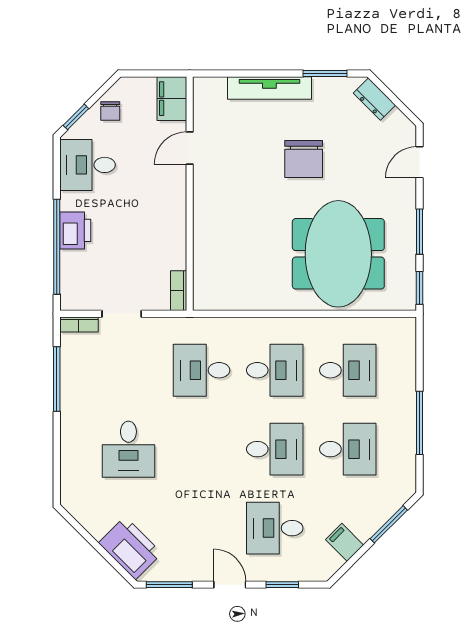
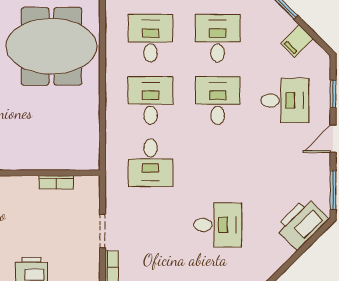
bookcase: (179, 291) -> (56, 182), moved
desk: (275, 528) -> (285, 100), turned -90

